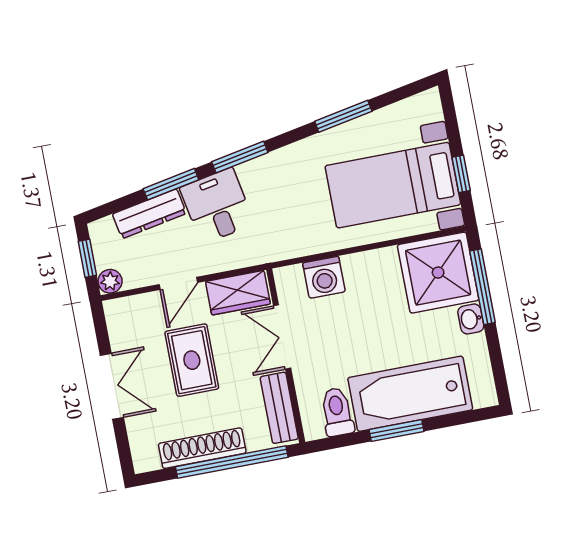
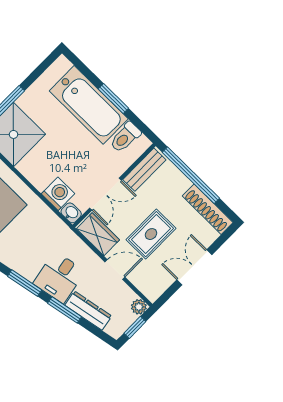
washbasin: (471, 319) -> (71, 213), moved, turned -90
shoe rack: (202, 448) -> (208, 209), moved

